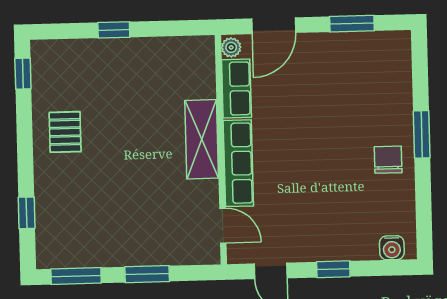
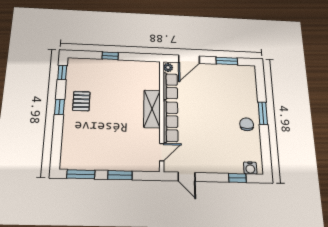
window: (27, 213) -> (60, 107), moved
door: (223, 226) -> (162, 152), hinge flipped
window: (333, 269) -> (237, 178), moved

